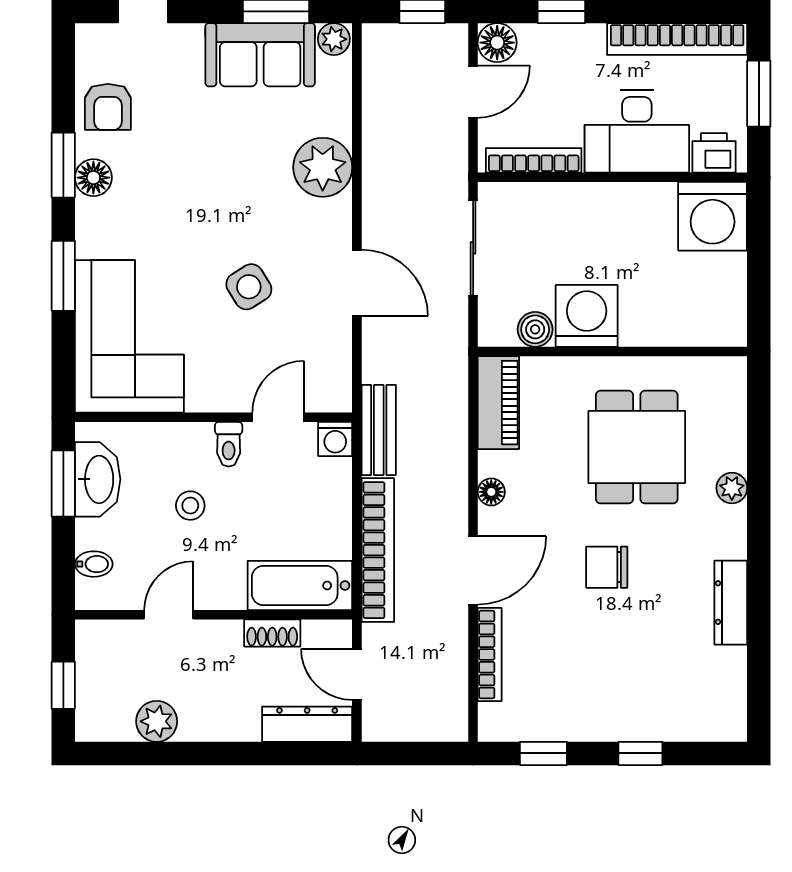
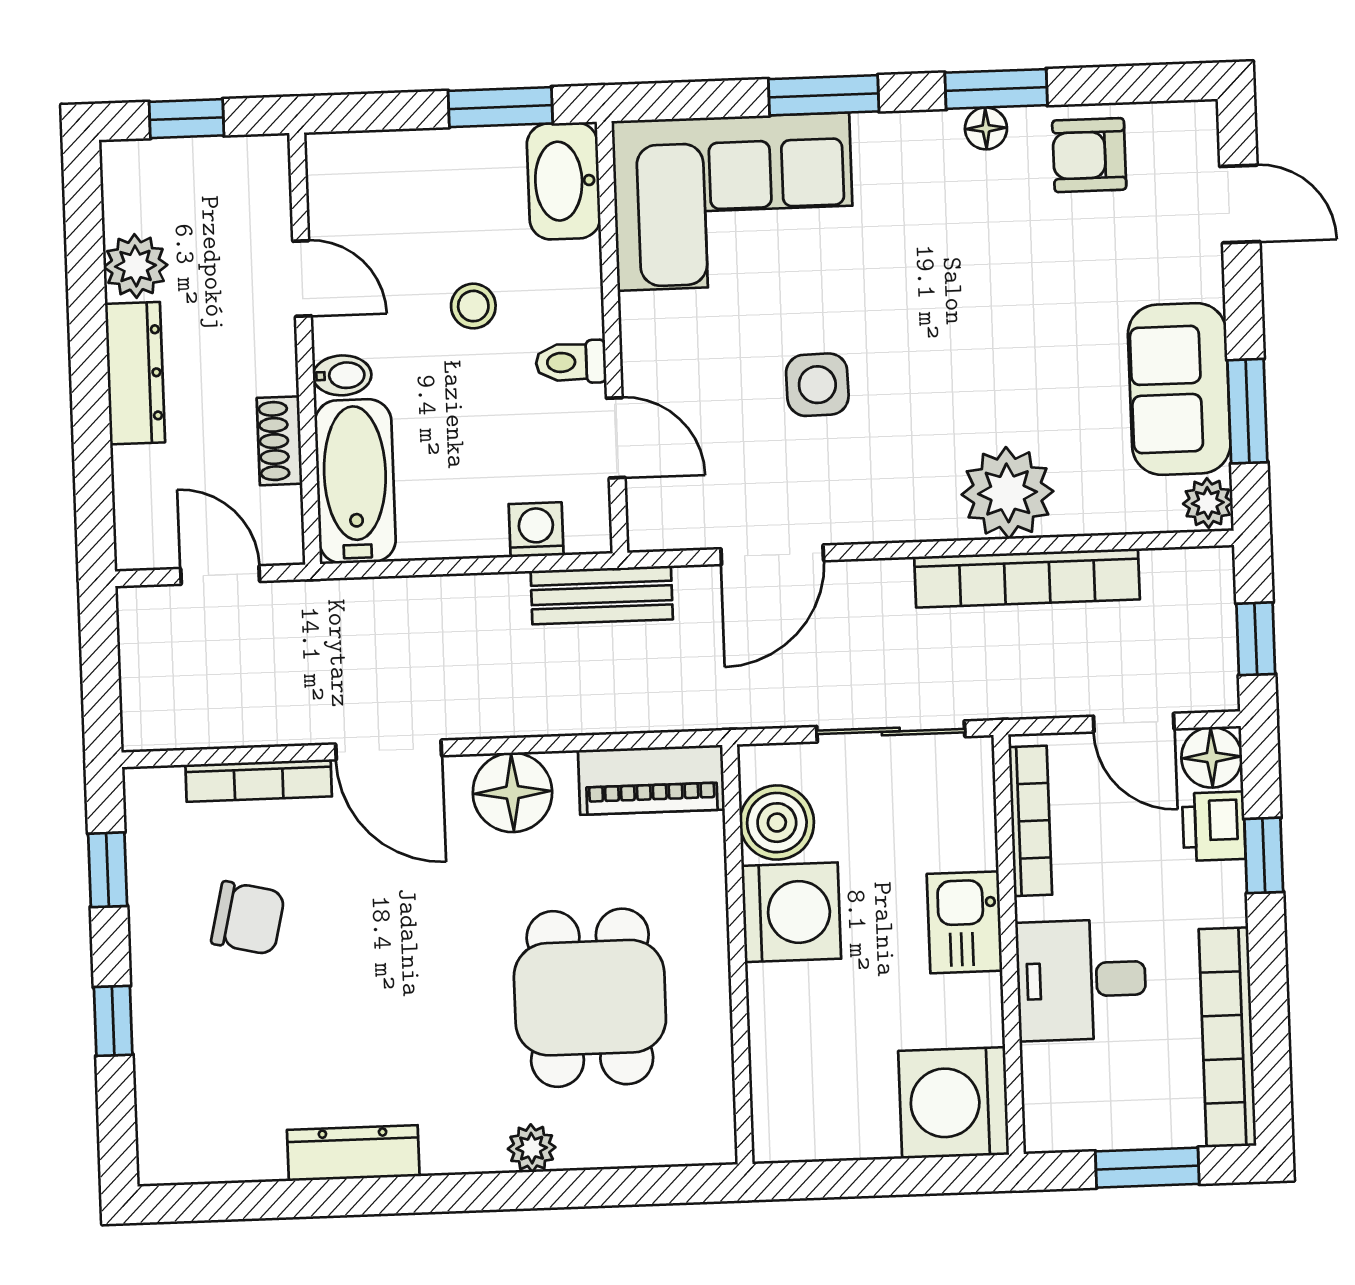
desk: (637, 131) -> (1081, 980), width x0.73
printer: (714, 153) -> (1214, 826), moved, turned 180
floor lamp: (93, 178) -> (986, 128), width x0.73, depth x0.73
kitchen sink: (597, 205) -> (964, 922), added
door: (357, 283) -> (772, 555), moved
side table: (249, 287) -> (817, 385), turned 31
boiler: (535, 329) -> (777, 823), width x1.36, depth x1.36
washing machine: (335, 439) -> (536, 530), moved, turned 90
dining table: (637, 447) -> (590, 998), turned 90
washbasin: (98, 479) -> (564, 181), moved, turned 90
floor lamp: (491, 492) -> (512, 792), width x1.89, depth x1.89
bookcase: (378, 550) -> (1027, 578), moved
bidet: (94, 564) -> (342, 375), moved, turned -90
chair: (607, 567) -> (248, 918), moved, turned 103
door: (357, 674) -> (220, 575), hinge flipped
dresser: (307, 724) -> (135, 373), moved

